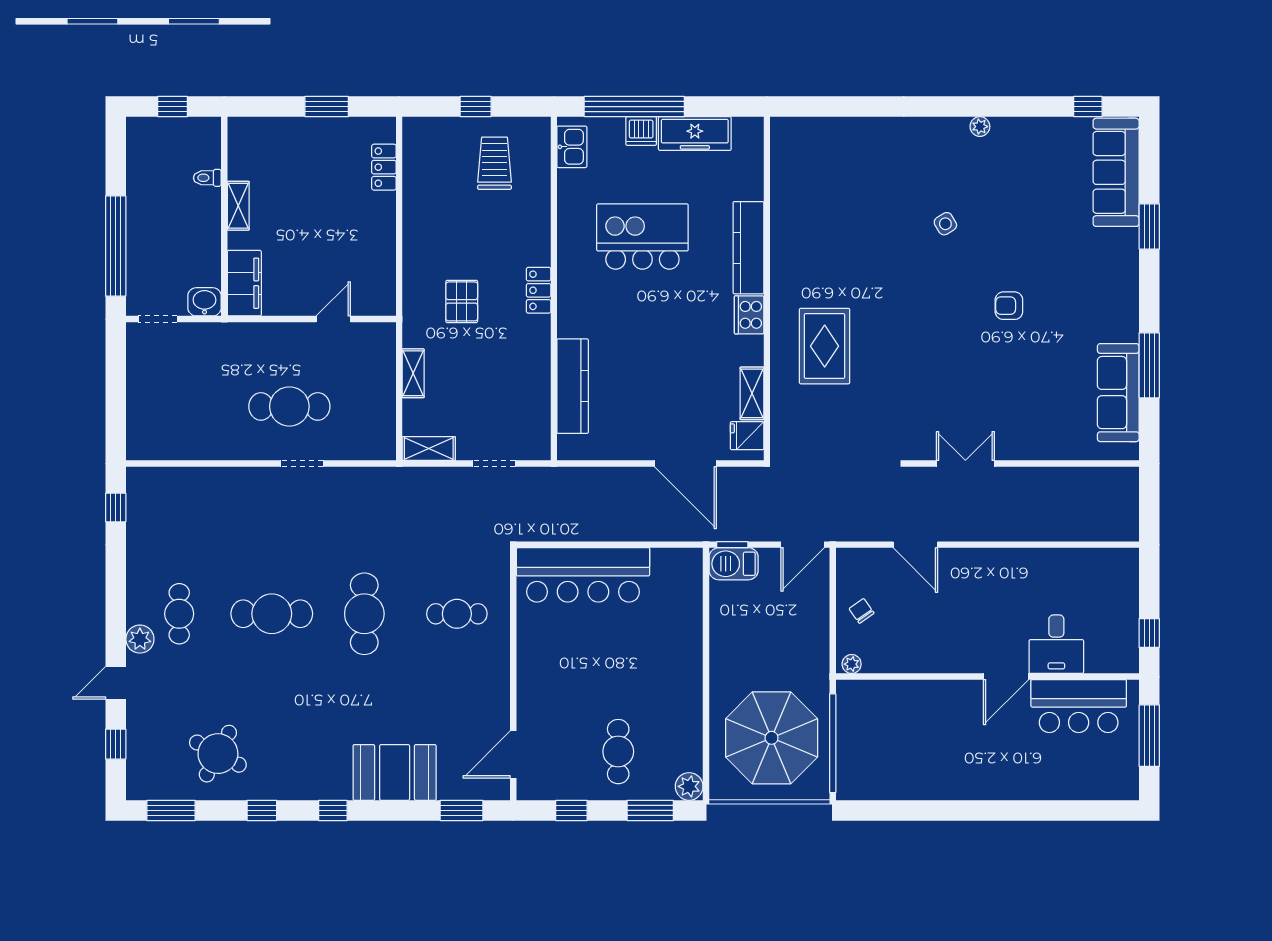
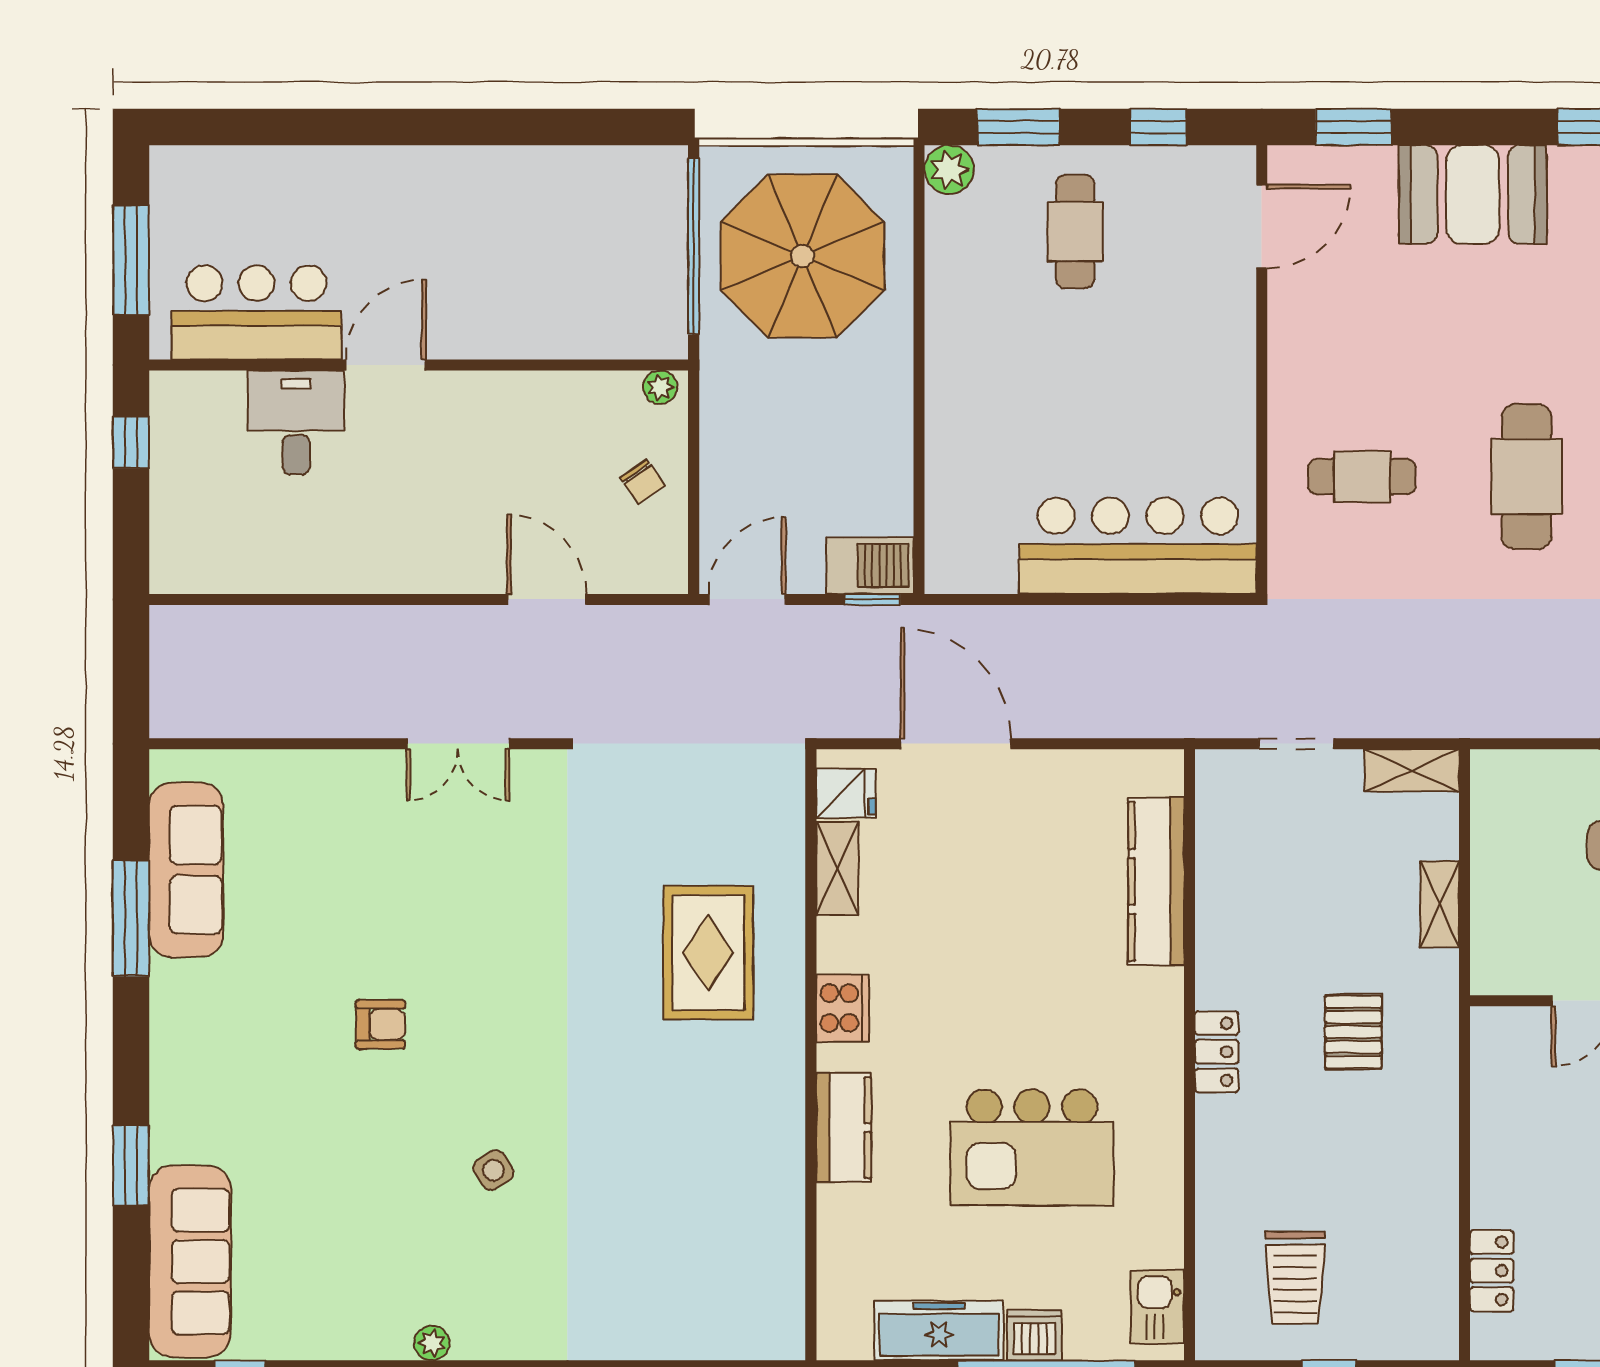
kitchen counter: (748, 248) -> (844, 1128), width x0.67

